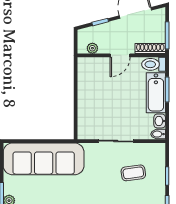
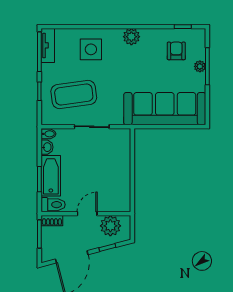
plant: (92, 48) -> (110, 226), width x1.88, depth x1.88
shoe rack: (150, 49) -> (52, 221), width x0.70
coffee table: (133, 173) -> (74, 94), width x1.86, depth x1.72

